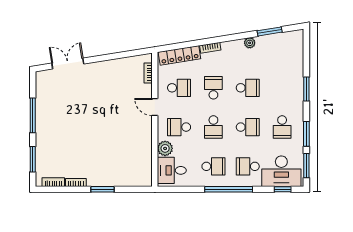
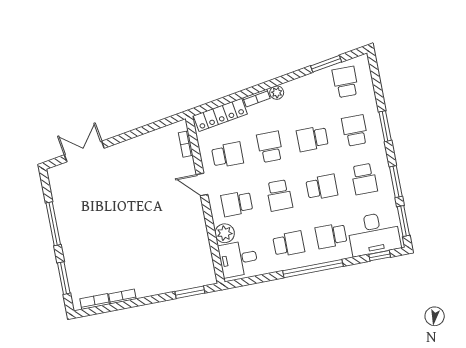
plant: (250, 43) -> (277, 93), moved
school desk: (282, 49) -> (345, 82), added
school desk: (248, 88) -> (312, 139), turned 180
school desk: (282, 88) -> (355, 130), added
window: (102, 189) -> (190, 292), moved

